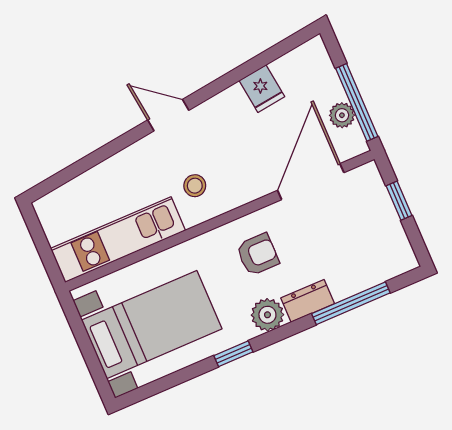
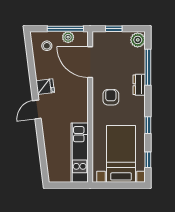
fridge: (262, 89) -> (45, 87), moved
stool: (195, 186) -> (47, 46), moved
plant: (267, 315) -> (138, 40), moved
window: (163, 384) -> (148, 160), added

